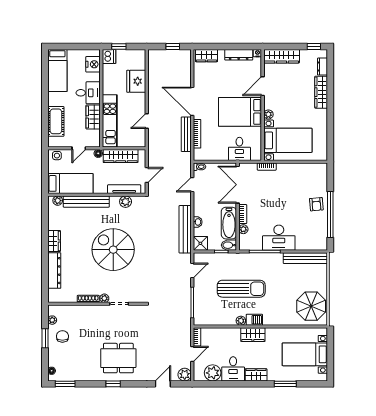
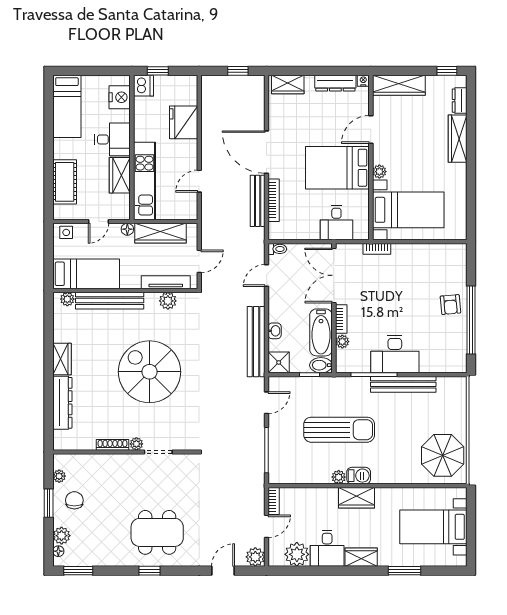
bench: (305, 258) -> (403, 384), moved
plant: (54, 360) -> (62, 536), added

